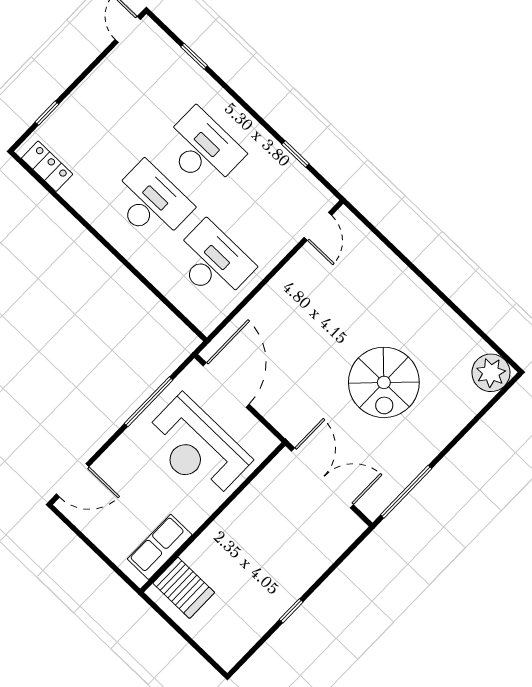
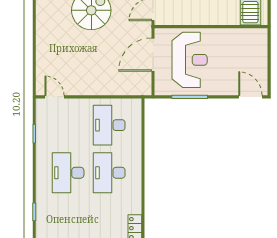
door: (318, 226) -> (54, 97), hinge flipped
door: (226, 385) -> (153, 55), moved
row of seats: (160, 547) -> (243, 36), removed

